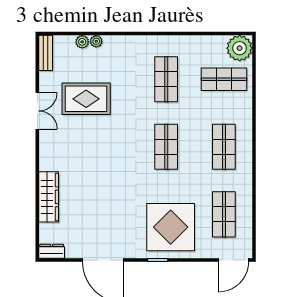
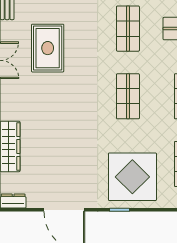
rug: (86, 99) -> (48, 48), turned 90

